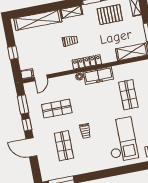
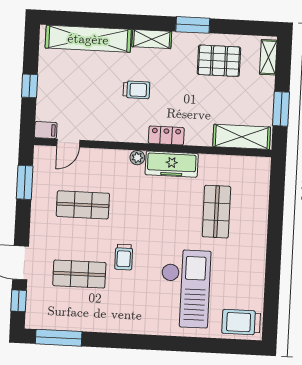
locker: (87, 62) -> (166, 135), width x0.66
window: (27, 125) -> (19, 301), moved
shop shelf: (64, 146) -> (79, 274), turned 90

